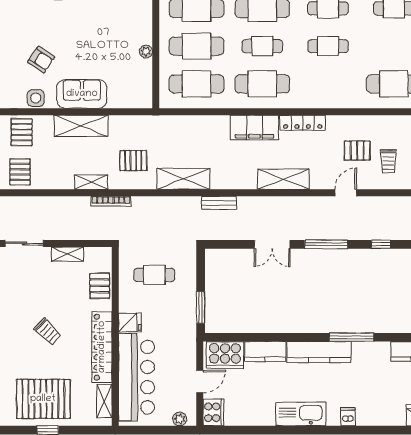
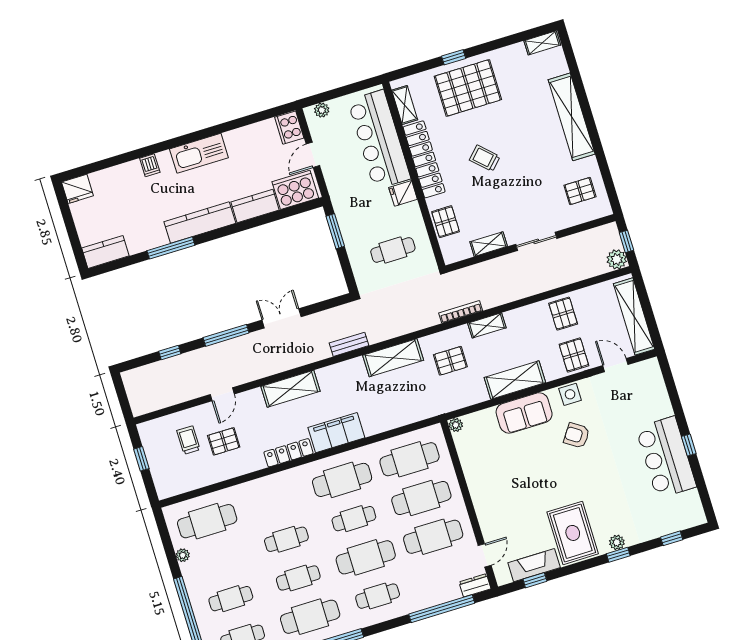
plant: (146, 52) -> (456, 425), moved

